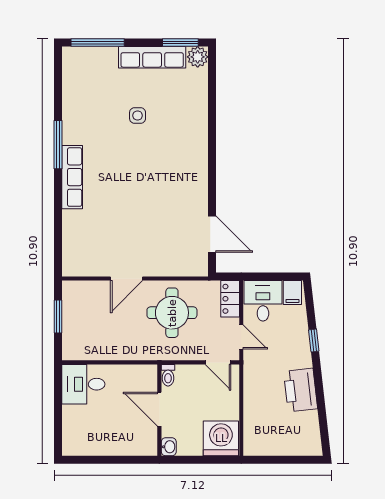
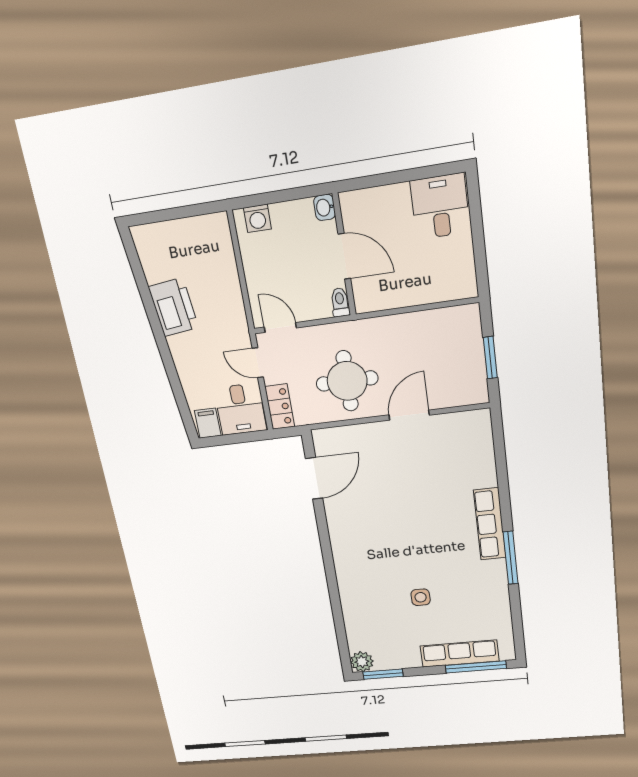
row of seats: (152, 57) -> (460, 654), moved
door: (212, 234) -> (314, 478), swing flipped
window: (314, 340) -> (171, 370), removed
desk: (83, 384) -> (440, 206), moved, turned -90
washing machine: (221, 438) -> (257, 218), width x0.53, depth x0.53

